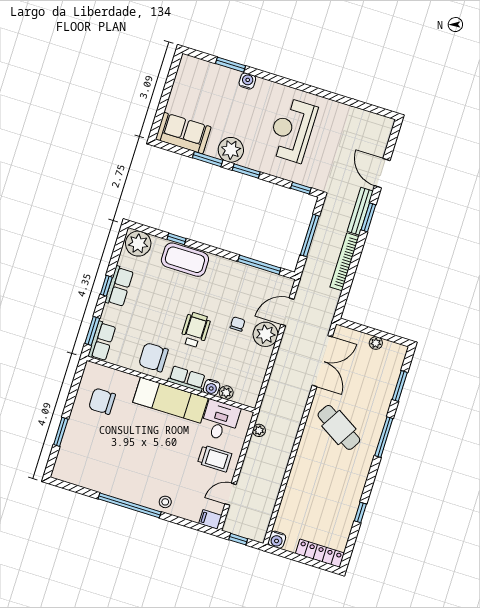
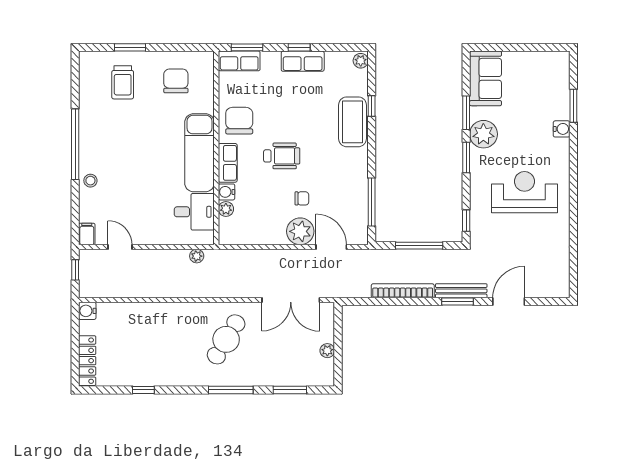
plant: (138, 244) -> (361, 61), width x0.53, depth x0.53
trolley: (215, 459) -> (123, 82), moved

